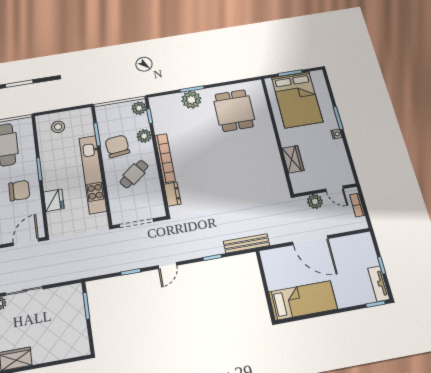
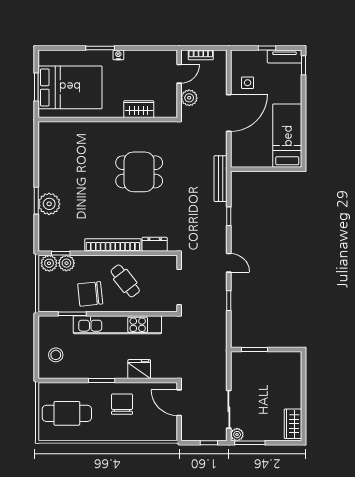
dining table: (234, 110) -> (139, 172), moved
plant: (144, 136) -> (66, 263), moved
side table: (344, 253) -> (248, 83), added

